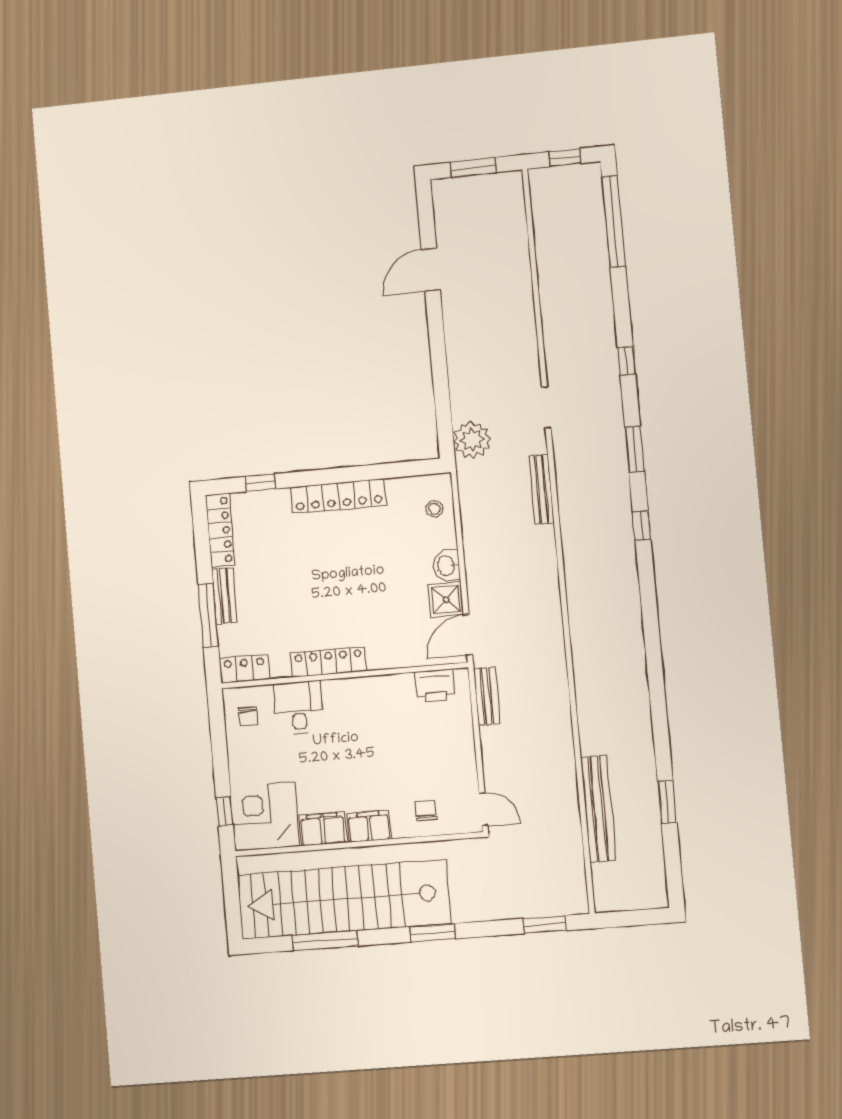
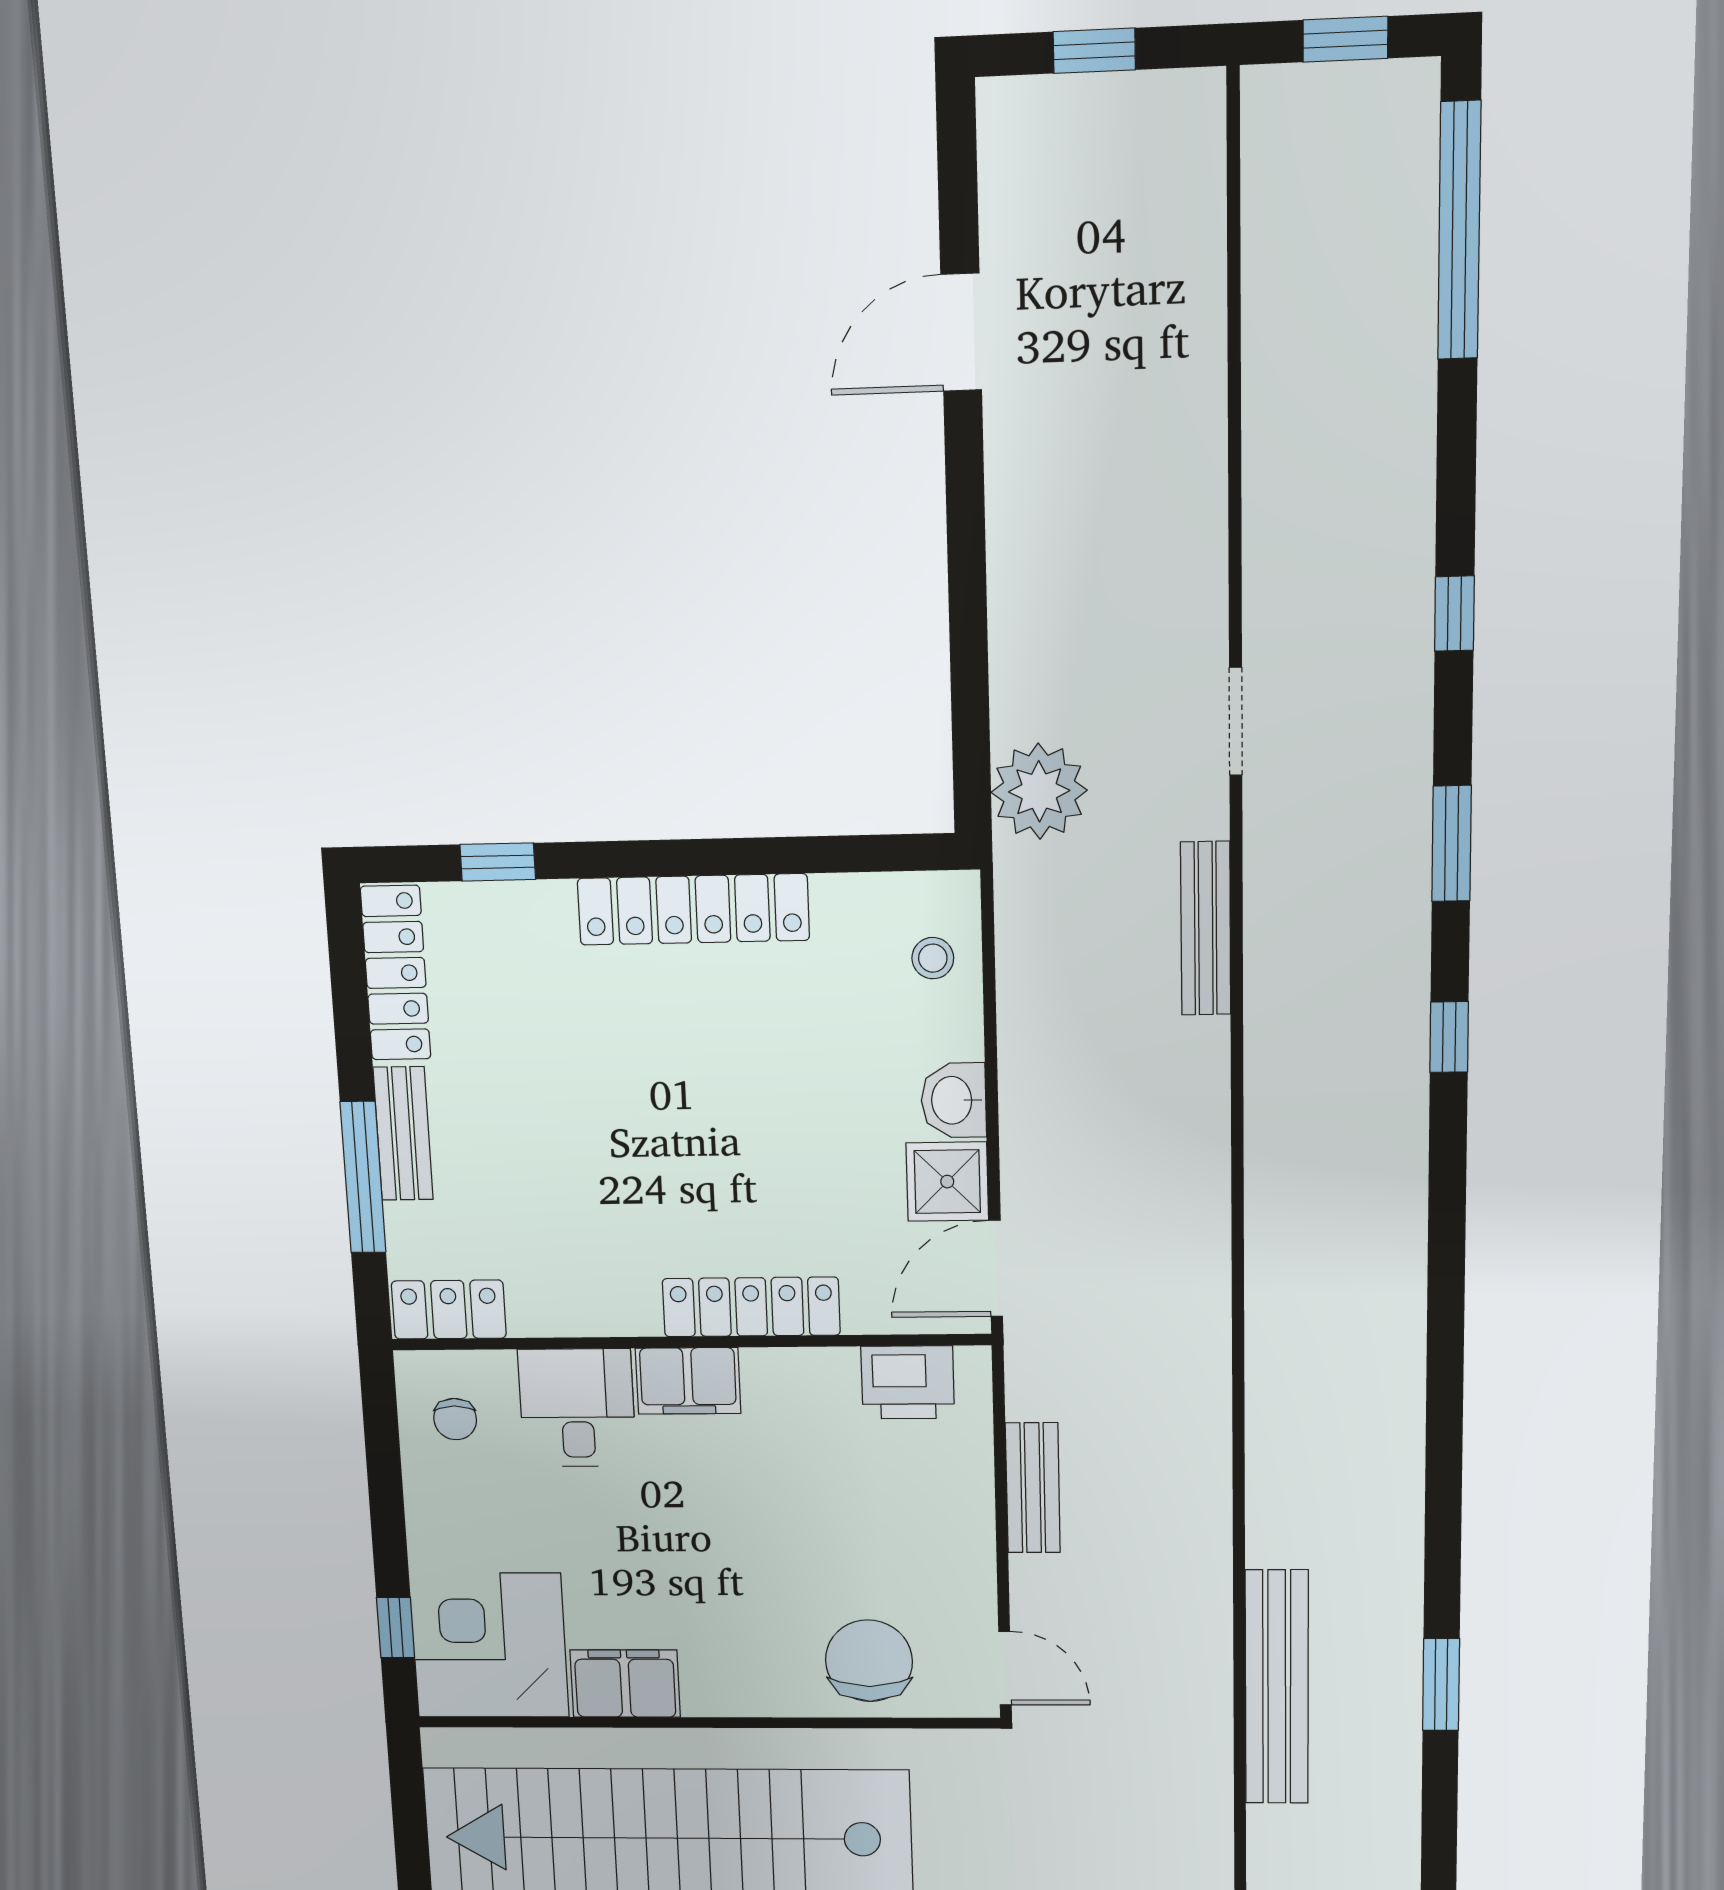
window: (473, 167) -> (1094, 51), width x0.67
locker: (329, 662) -> (751, 1307), moved
bench: (487, 696) -> (1033, 1488), moved
chair: (426, 810) -> (869, 1661), width x1.87, depth x1.87
filing cabinet: (369, 826) -> (688, 1381), moved, turned 180

